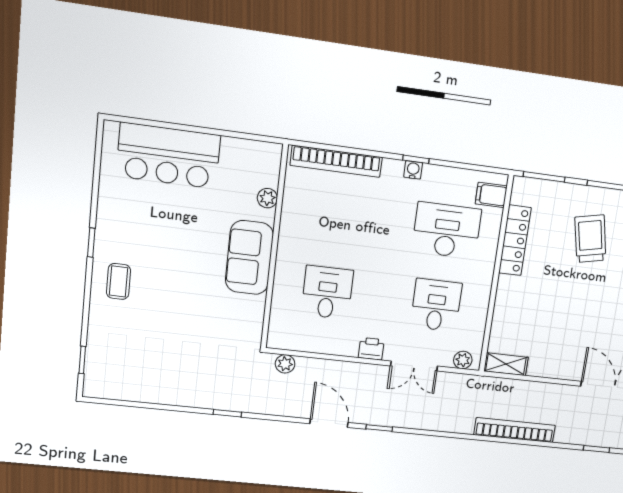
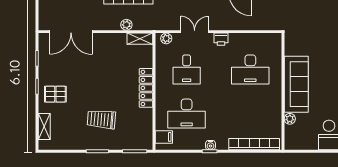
trolley: (590, 239) -> (101, 119), turned 107
locker: (515, 240) -> (146, 88), moved
sofa: (249, 258) -> (296, 84), width x1.36
desk: (327, 292) -> (250, 69), width x1.37
plant: (285, 364) -> (126, 25), moved

